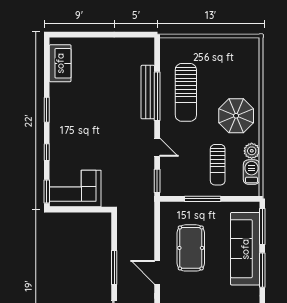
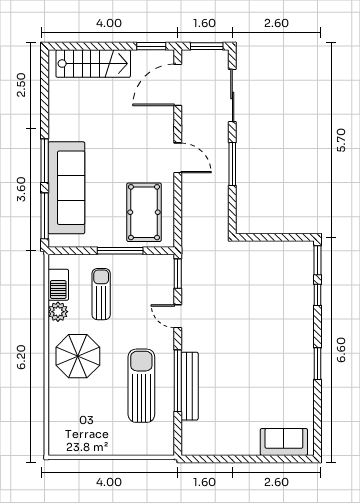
sofa: (60, 63) -> (284, 442), moved, turned 90
window: (47, 152) -> (318, 295), moved
corner sofa: (75, 189) -> (282, 264), removed
pool table: (191, 248) -> (144, 212), moved

